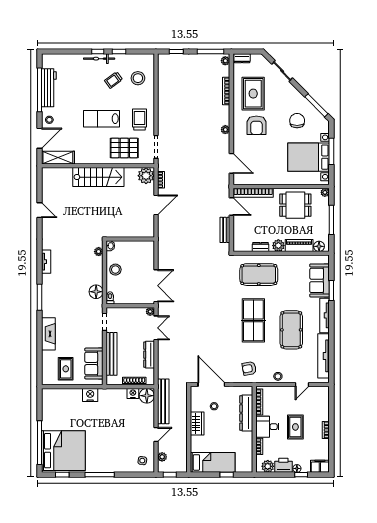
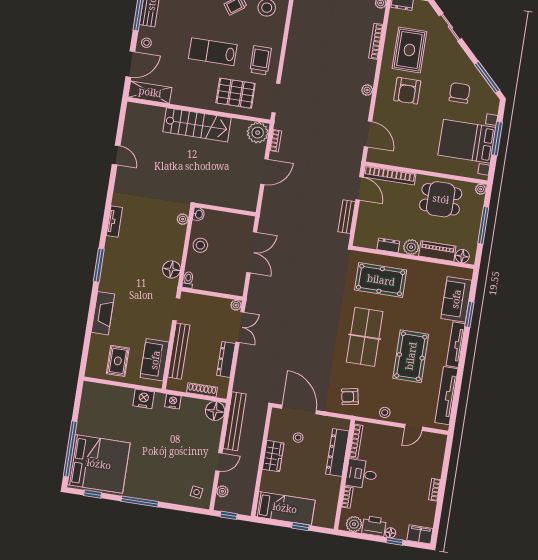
double door: (156, 286) -> (252, 252), moved
nightstand: (133, 393) -> (173, 401), moved
rug: (295, 427) -> (397, 480), removed

